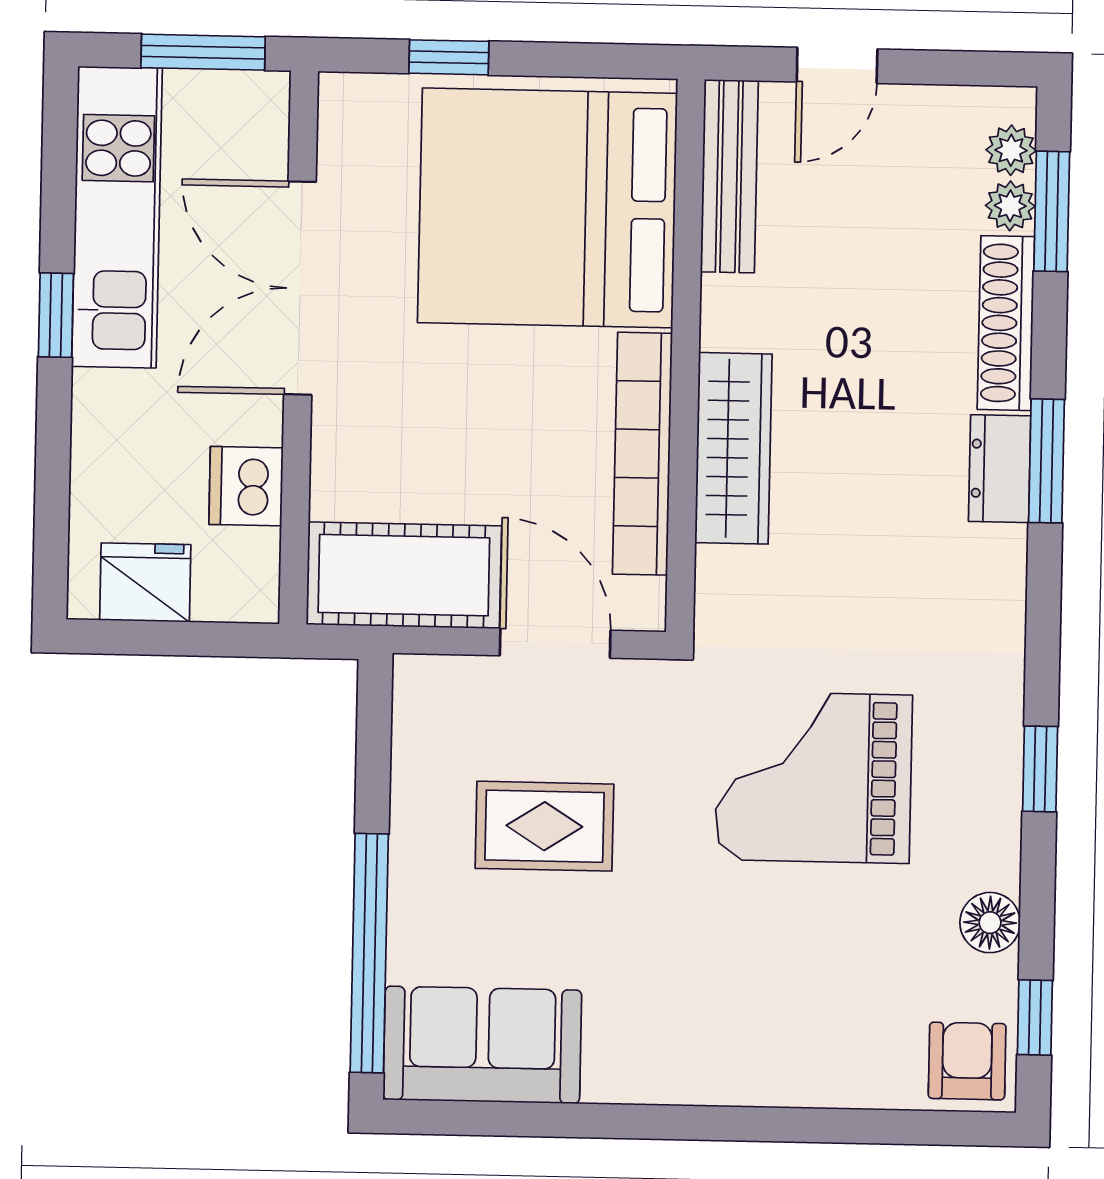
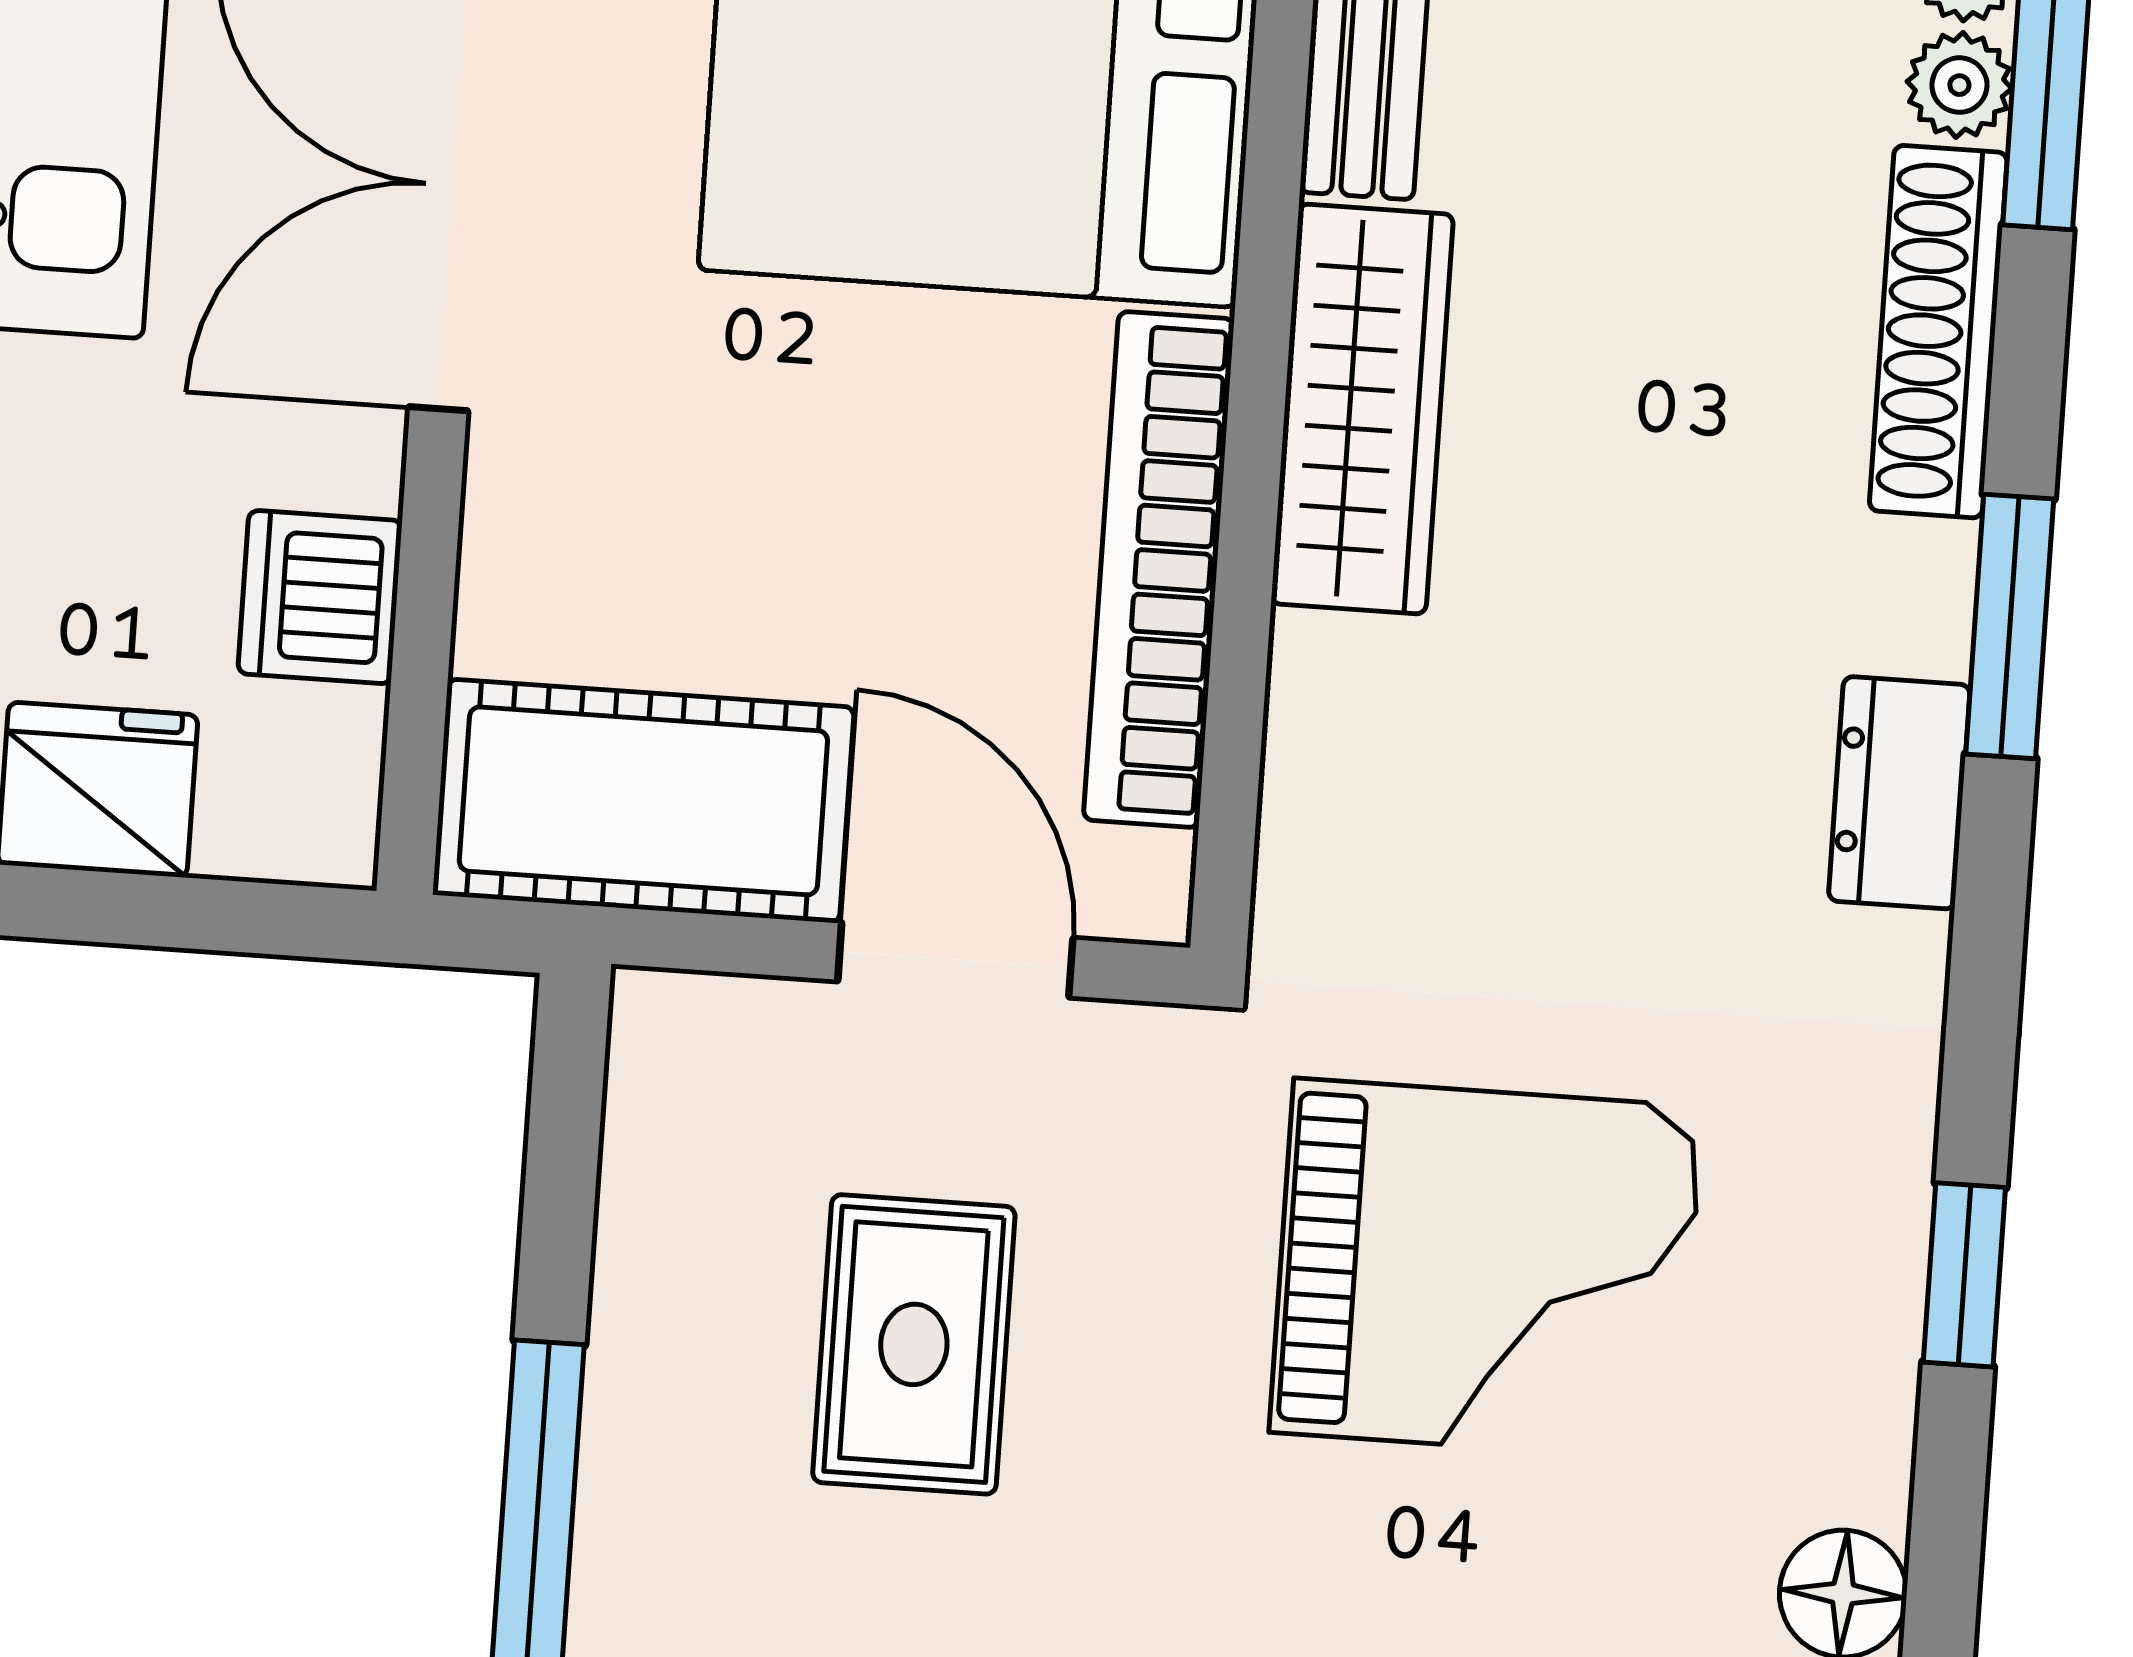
wardrobe: (733, 448) -> (1362, 409), moved
dresser: (1000, 469) -> (1899, 793), moved
grand piano: (814, 777) -> (1486, 1269), turned 180
rug: (544, 826) -> (914, 1344), turned 90

